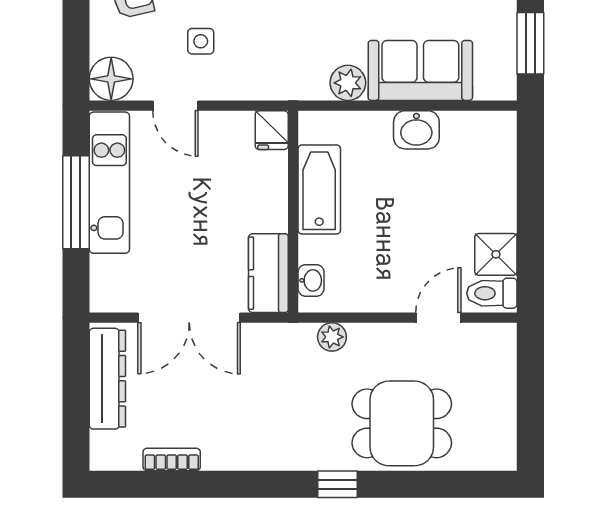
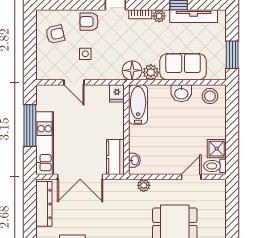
floor lamp: (111, 79) -> (132, 70), moved
stool: (481, 136) -> (210, 96), added
kitchen unit: (109, 183) -> (45, 143), moved
bathtub: (319, 189) -> (138, 105), moved

